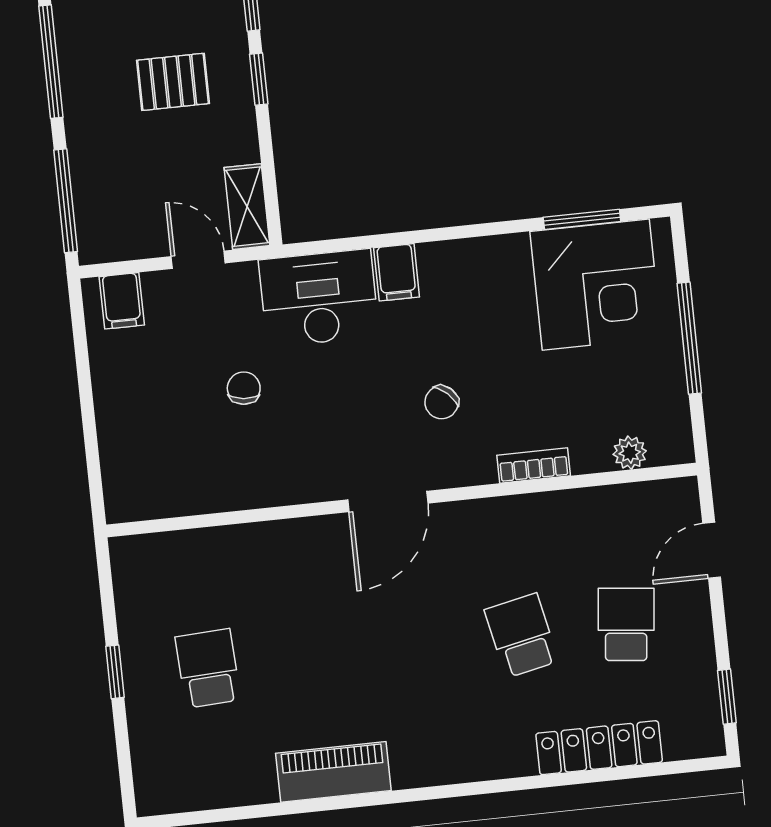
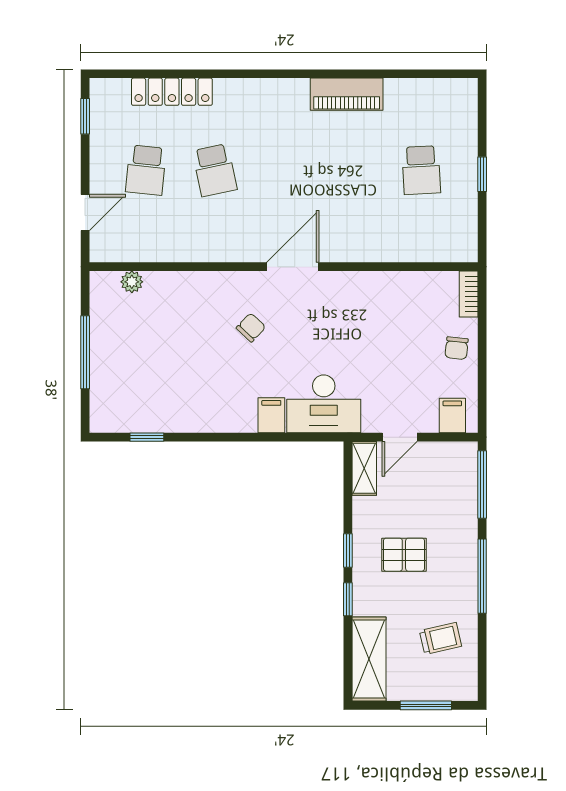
window: (582, 219) -> (147, 437), width x0.67
door: (198, 260) -> (400, 437), hinge flipped
corner desk: (596, 285) -> (142, 394), removed
chair: (244, 388) -> (457, 348), moved
bookcase: (534, 465) -> (469, 294), moved, turned 90

